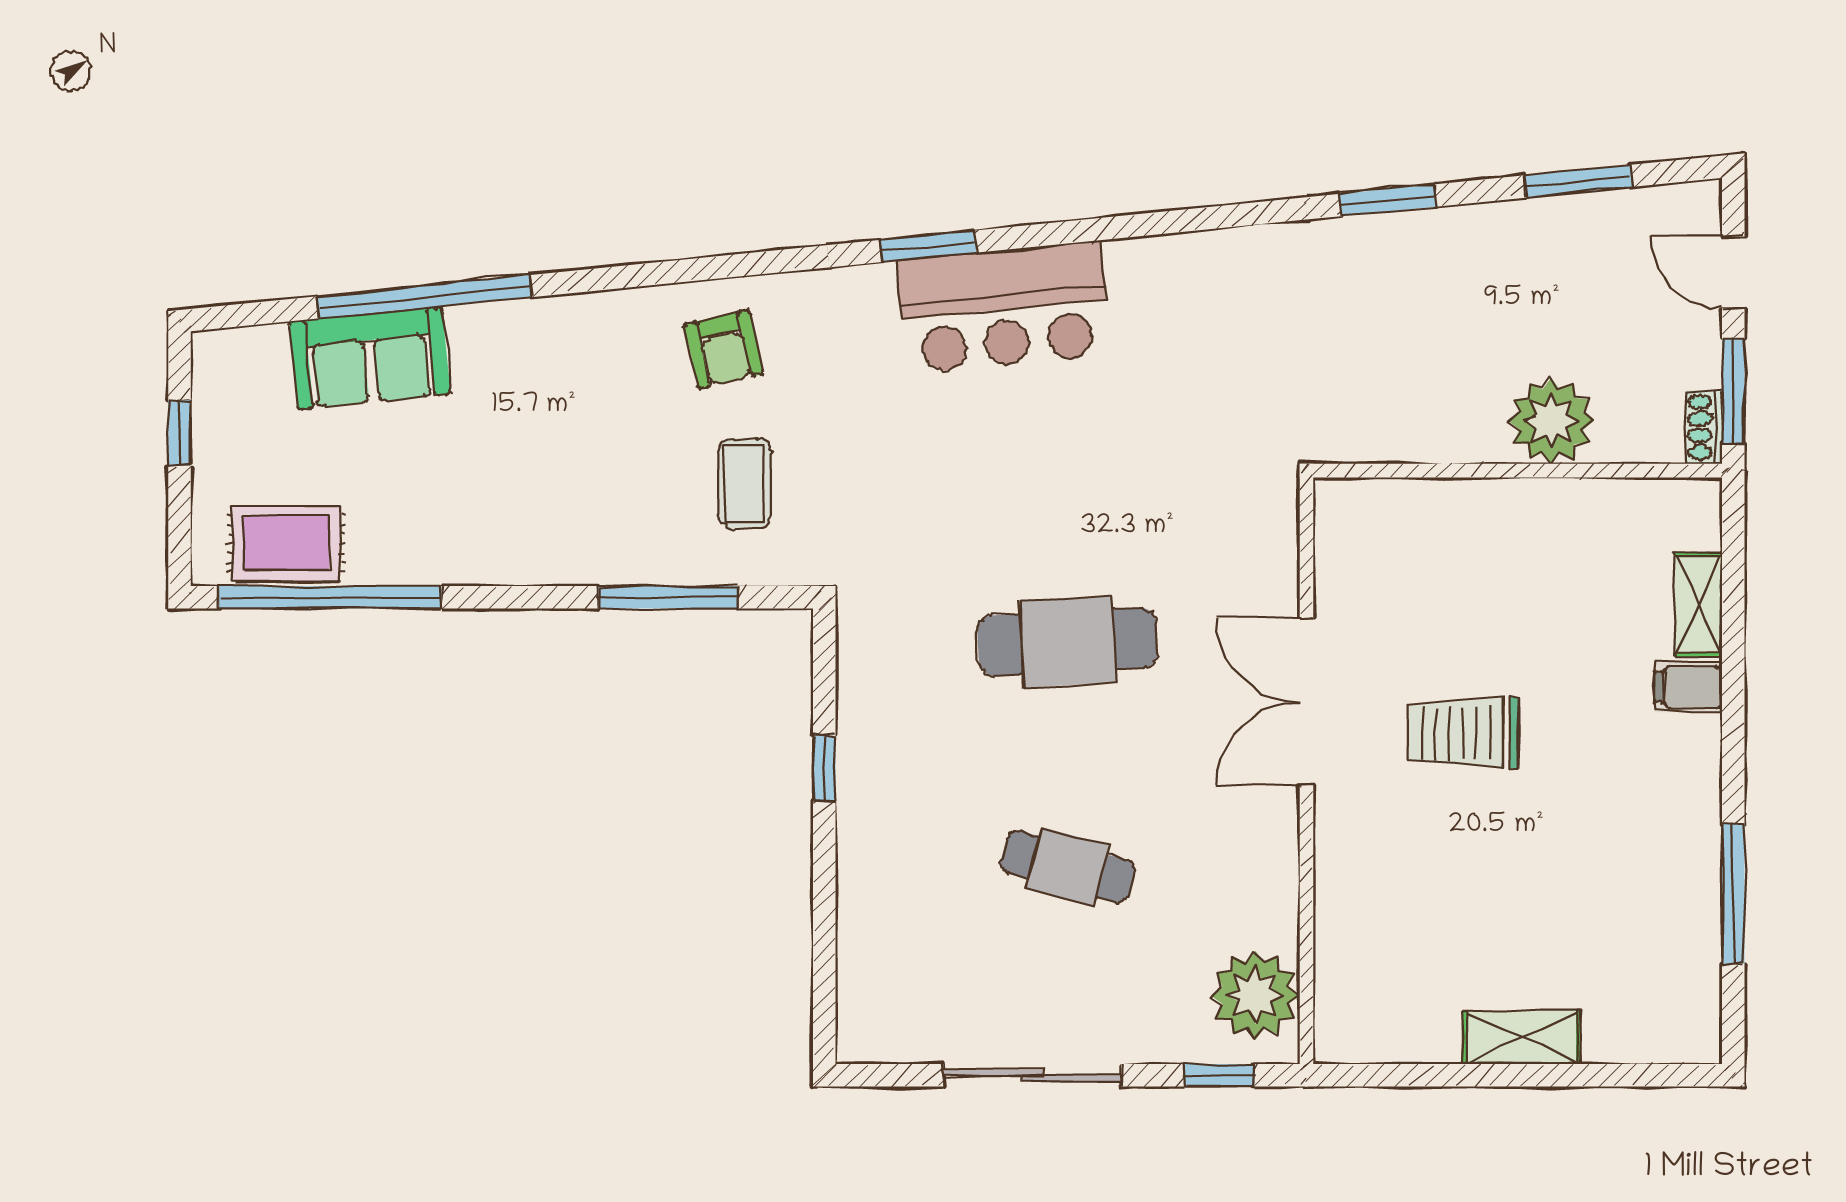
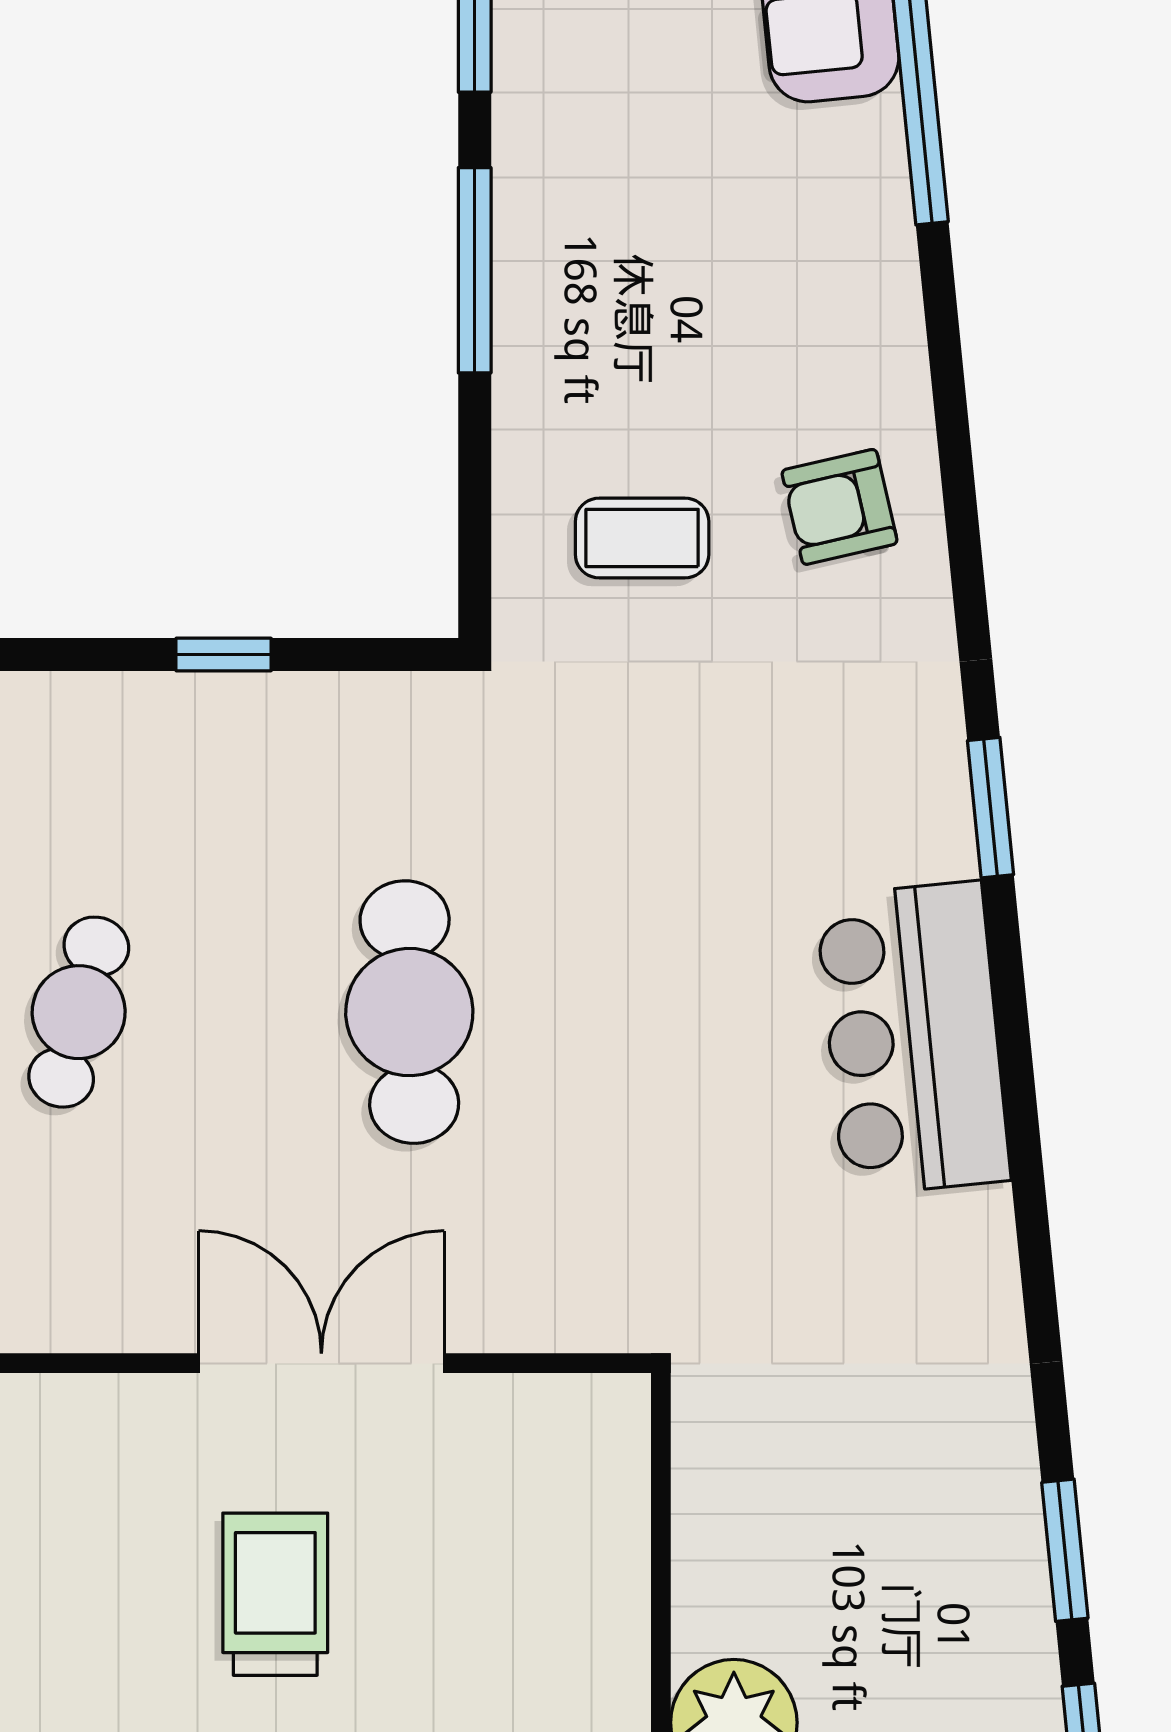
window: (1388, 200) -> (1065, 1550), moved
bar counter: (1004, 307) -> (913, 1038), moved
window: (668, 597) -> (475, 270), moved

